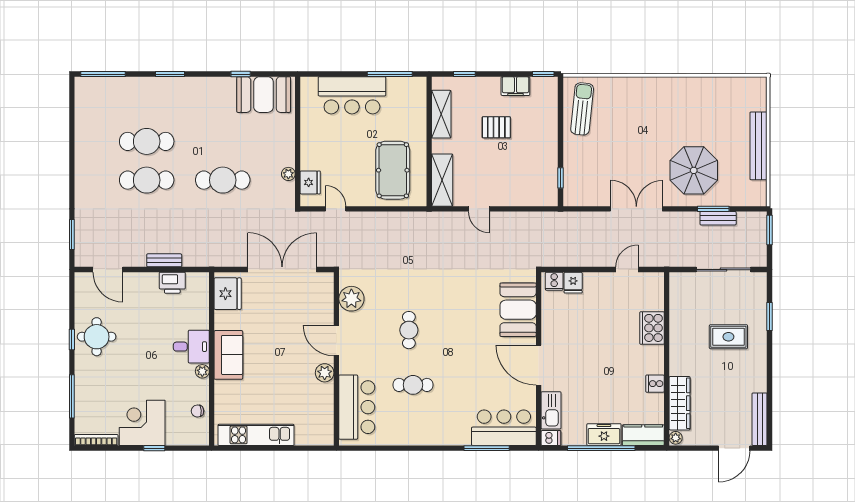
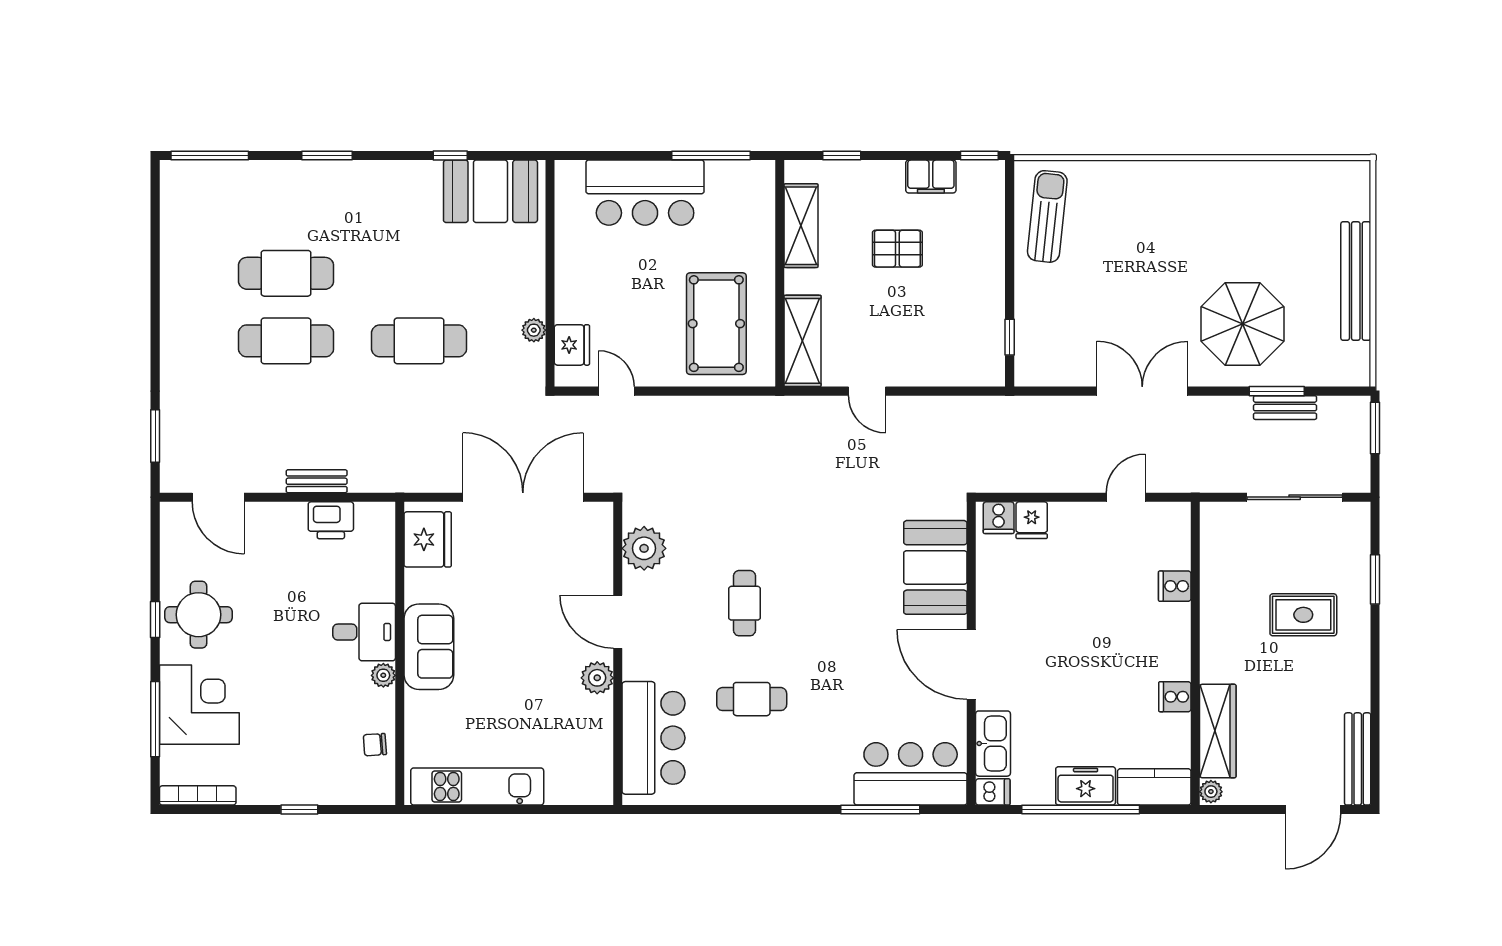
cooker: (652, 328) -> (1175, 586), width x0.53, depth x0.76
corner desk: (142, 423) -> (199, 705), moved, turned 90

